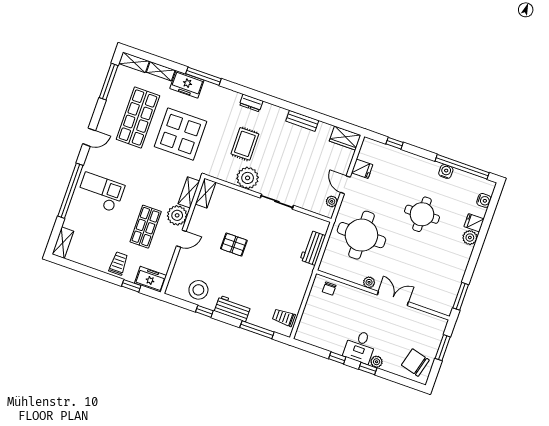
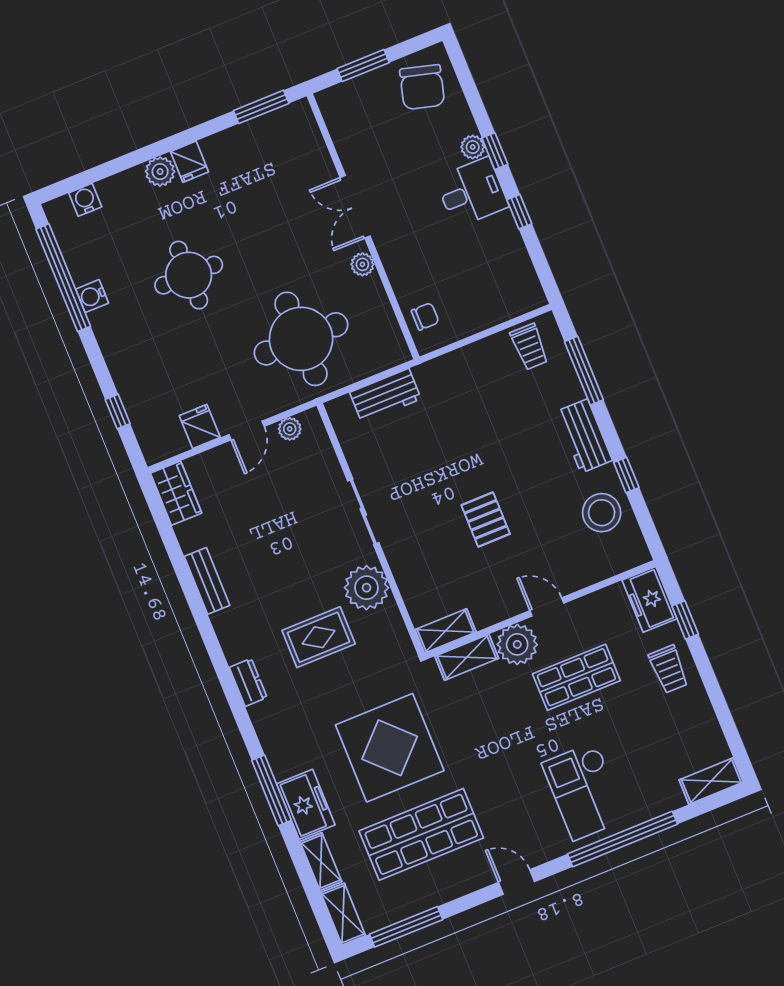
fridge: (474, 223) -> (189, 162), moved
trolley: (118, 263) -> (669, 669), turned -90

